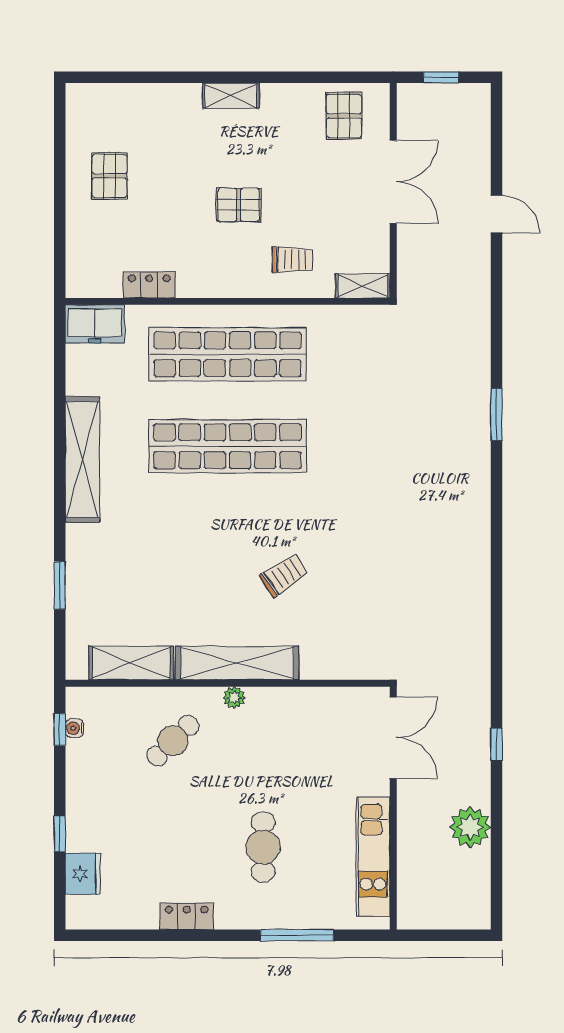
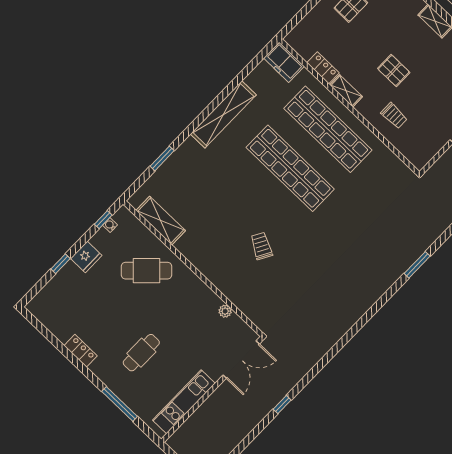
shelving: (363, 286) -> (346, 91), moved
trolley: (284, 575) -> (261, 246), turned -117
shelving: (237, 663) -> (206, 264), removed
plant: (234, 698) -> (225, 311), moved
cafe table: (173, 741) -> (147, 271), width x1.37, depth x1.35
plant: (470, 827) -> (237, 429), removed
fridge: (83, 874) -> (86, 257), moved

